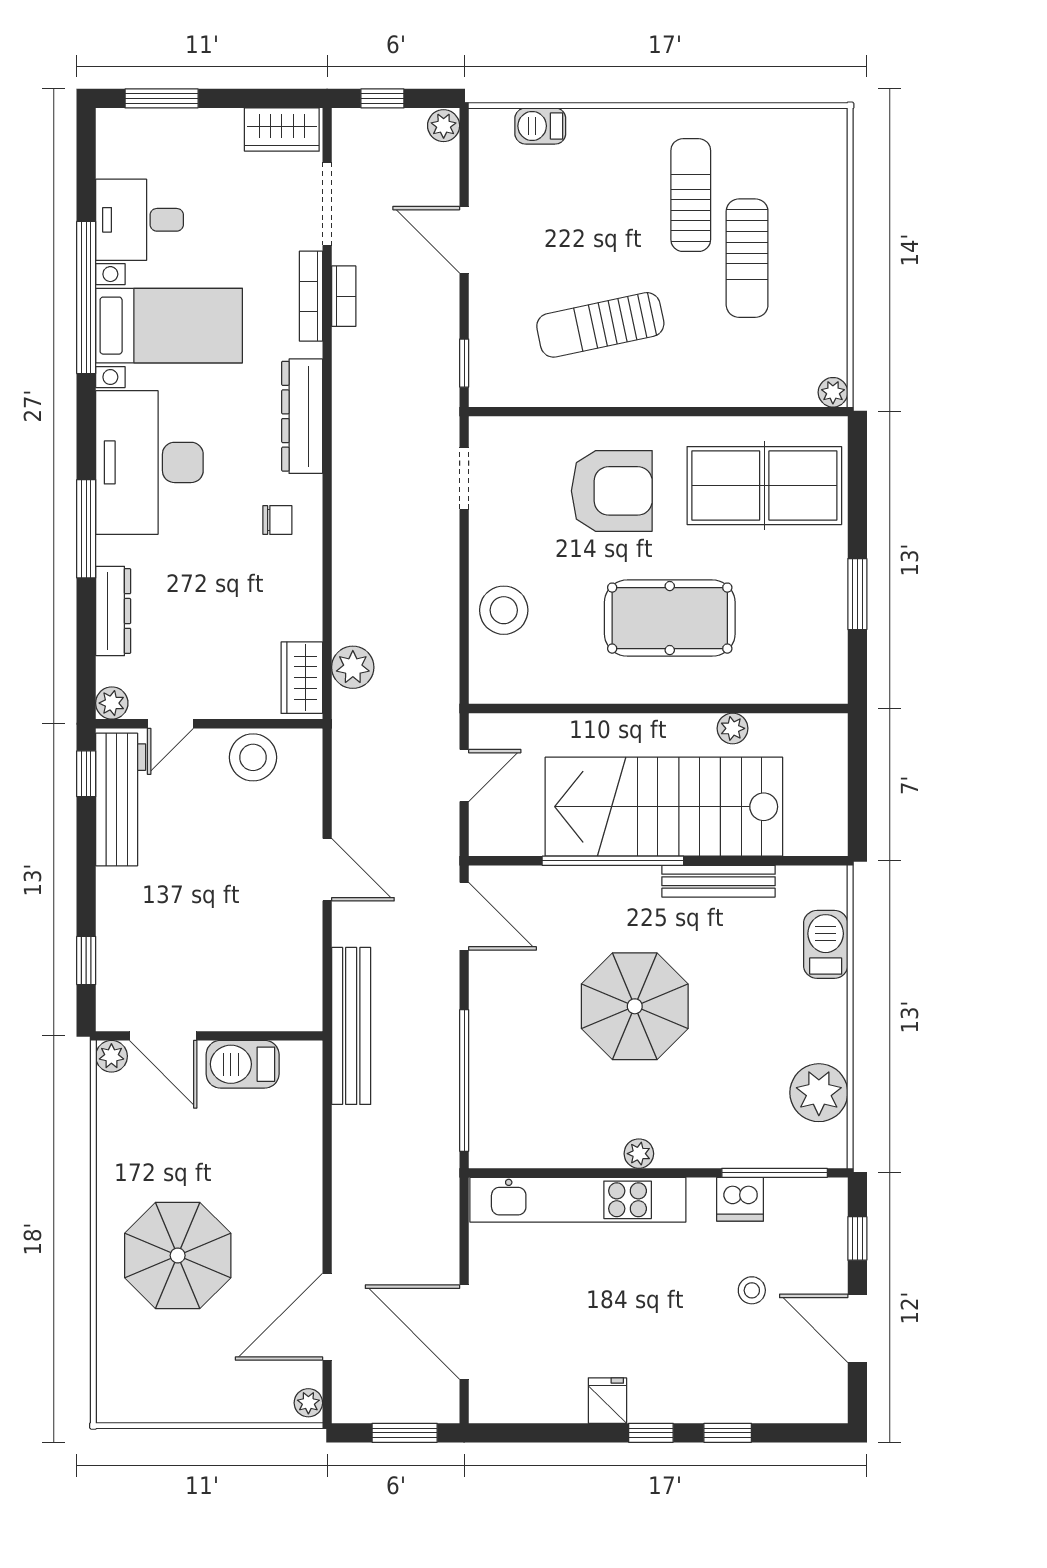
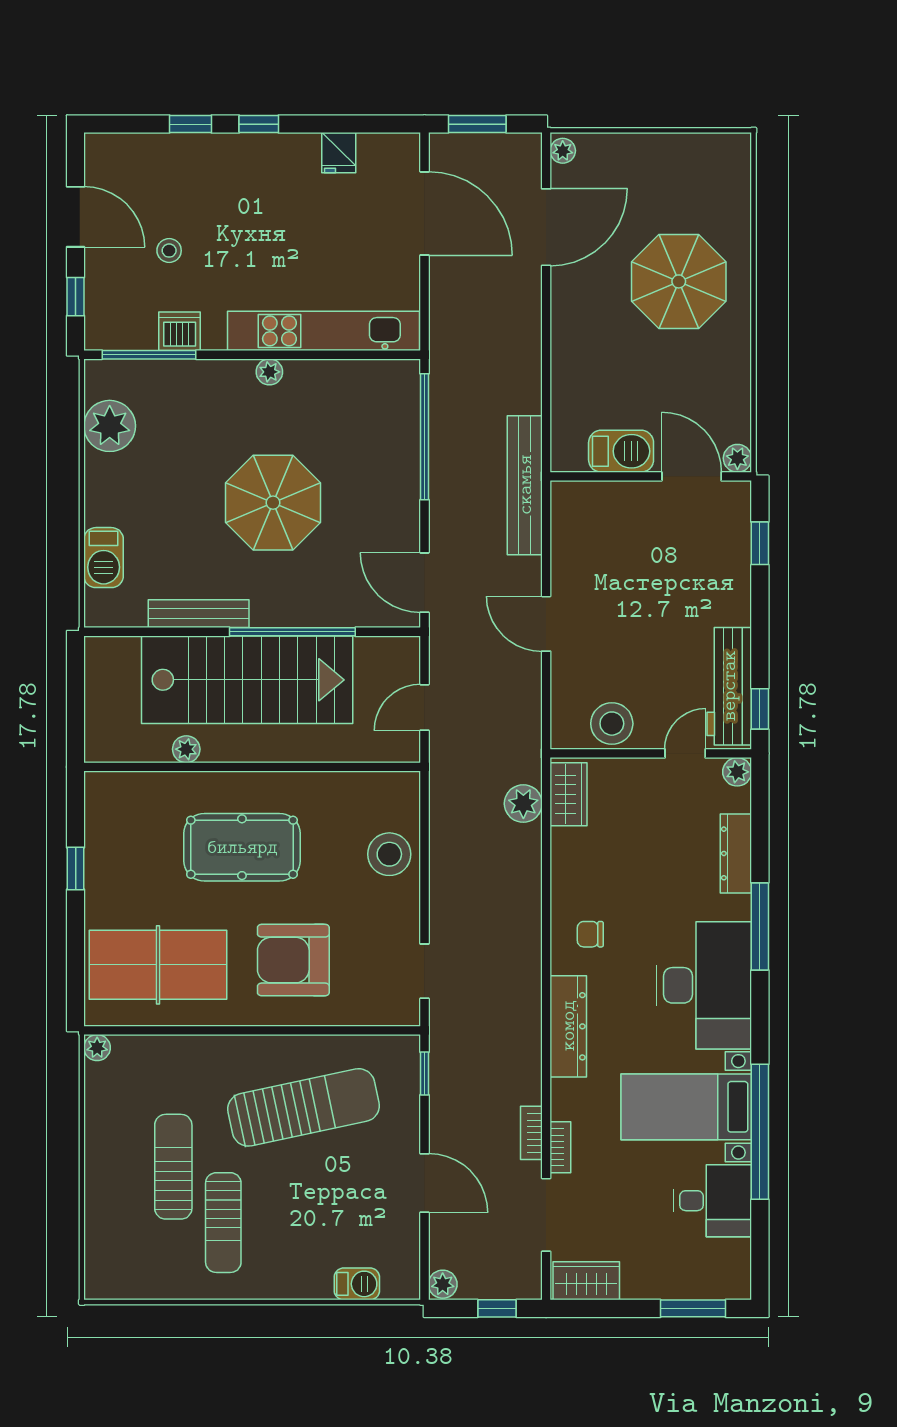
bookcase: (311, 296) -> (560, 1147), width x0.64
sun lounger: (600, 325) -> (304, 1107), width x1.36, depth x1.34
window: (857, 594) -> (76, 868), width x0.67
fridge: (607, 1401) -> (339, 153), moved

